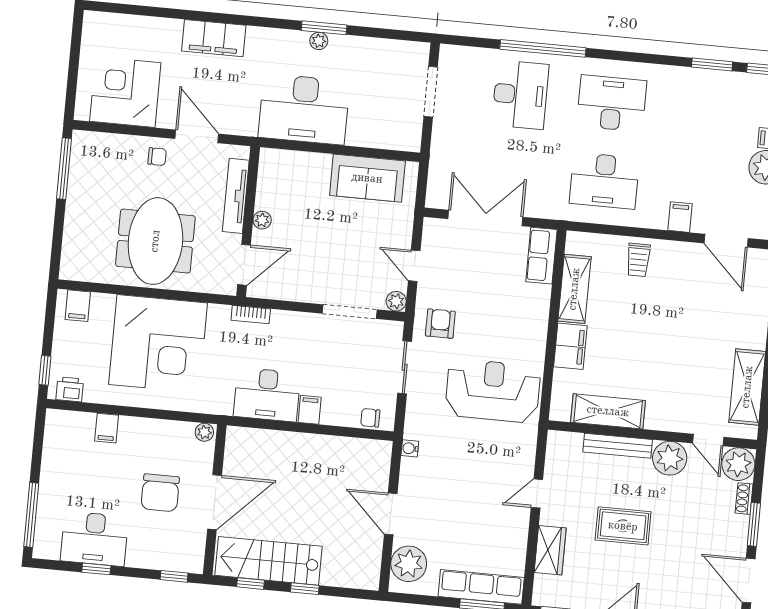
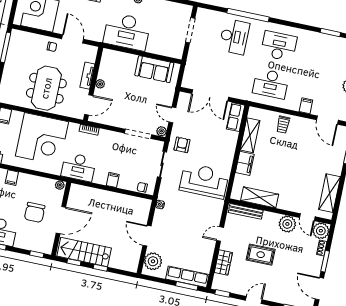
tv unit: (236, 196) -> (87, 76), width x0.71
double door: (485, 218) -> (210, 95), swing flipped
desk: (267, 395) -> (79, 167), moved
bench: (618, 446) -> (246, 211), moved

